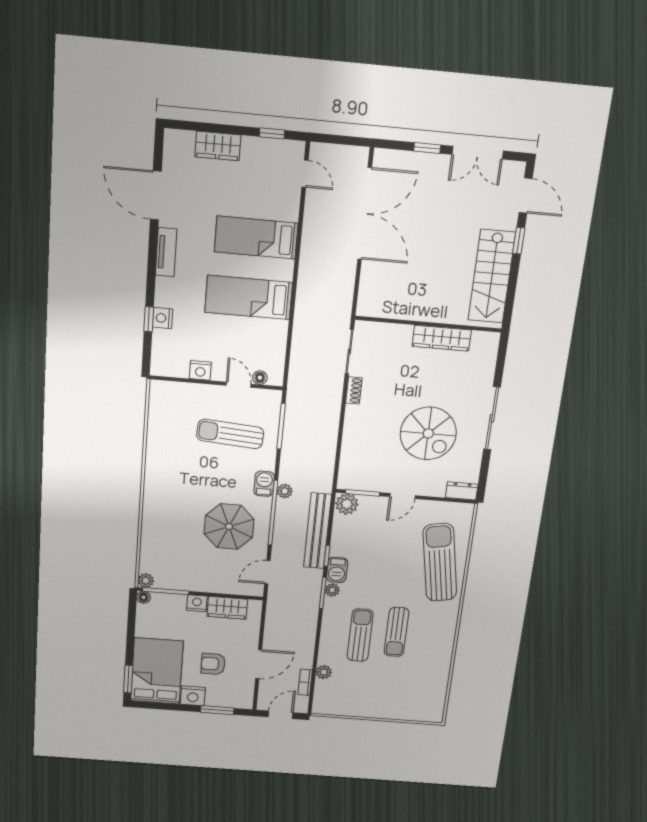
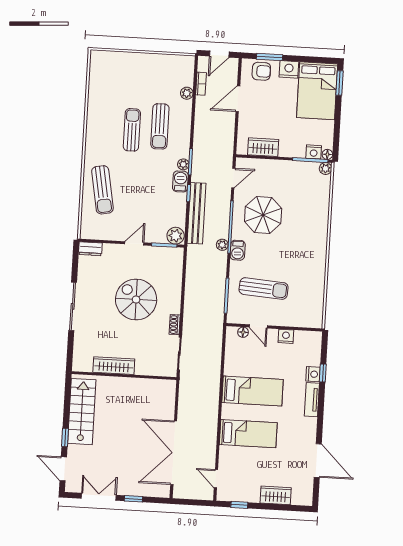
tv unit: (166, 252) -> (312, 400), moved
spiral stairs: (428, 433) -> (136, 299), moved
sun lounger: (440, 562) -> (102, 190), width x0.73, depth x0.75
nightstand: (197, 603) -> (314, 152), moved
armchair: (213, 664) -> (261, 71), moved

